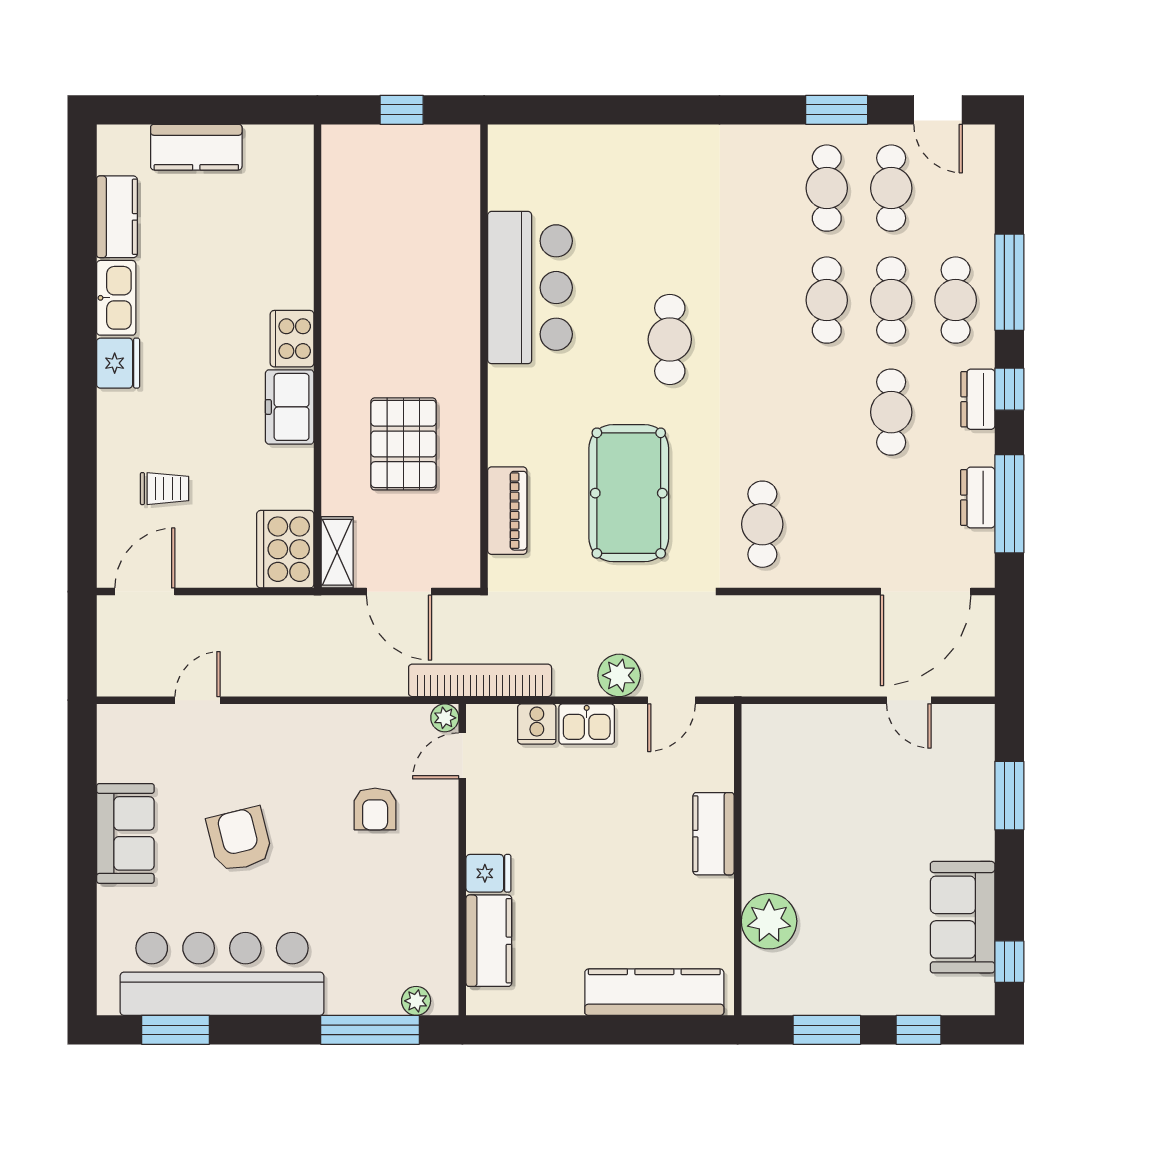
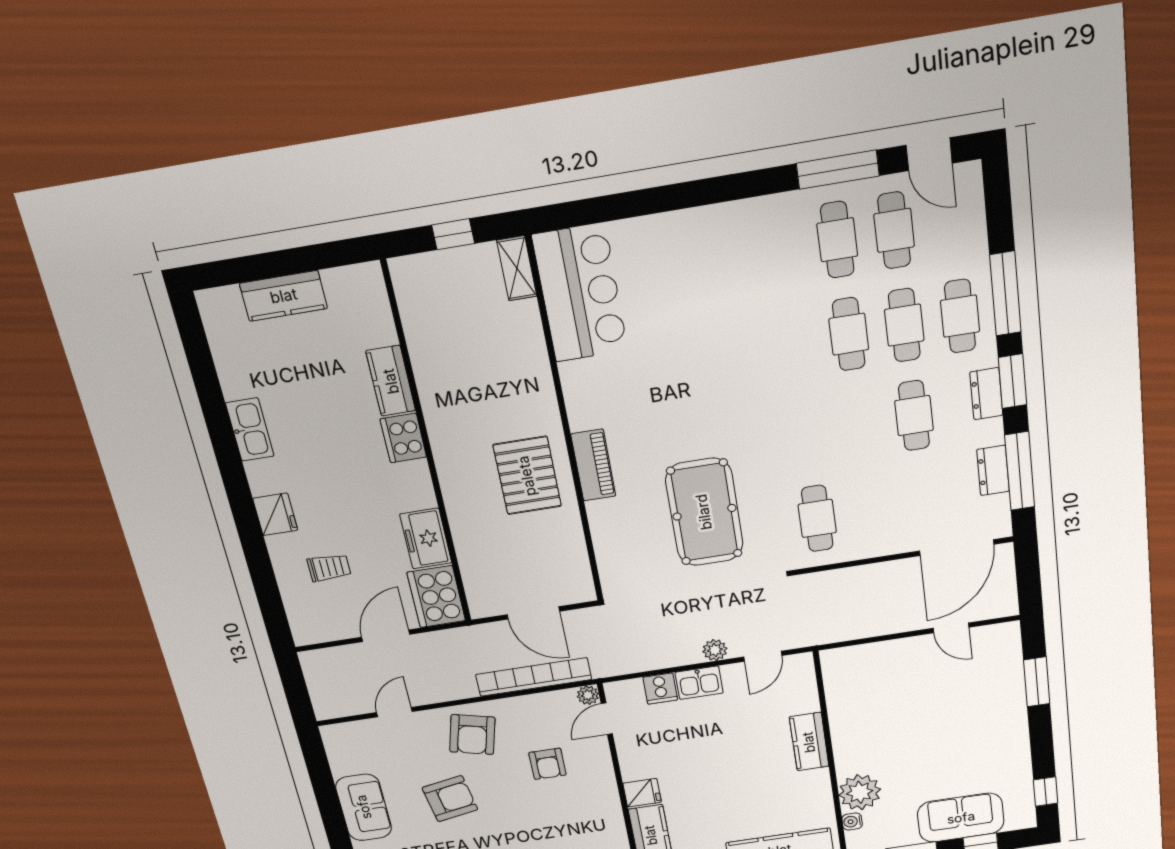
window: (837, 110) -> (838, 170), width x1.44
kitchen counter: (117, 217) -> (391, 381), moved, turned 180
bar counter: (530, 288) -> (580, 293), moved
cafe table: (670, 339) -> (719, 388), removed
fridge: (118, 363) -> (275, 514), moved
window: (1009, 389) -> (1013, 381), width x1.50
freezer: (290, 407) -> (426, 539), moved
pallet: (404, 444) -> (527, 476), moved
piano: (507, 511) -> (593, 465), moved
shelving: (337, 552) -> (517, 268), moved
door: (145, 592) -> (386, 636), moved
plant: (619, 675) -> (715, 650), width x0.73, depth x0.73
bookcase: (480, 680) -> (534, 677), moved
armchair: (288, 750) -> (472, 735), added
armchair: (240, 839) -> (450, 799), turned 94
sofa: (963, 917) -> (961, 818), moved, turned 90
water cooler: (754, 965) -> (852, 821), added

